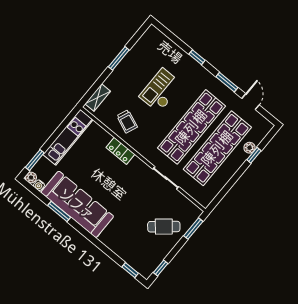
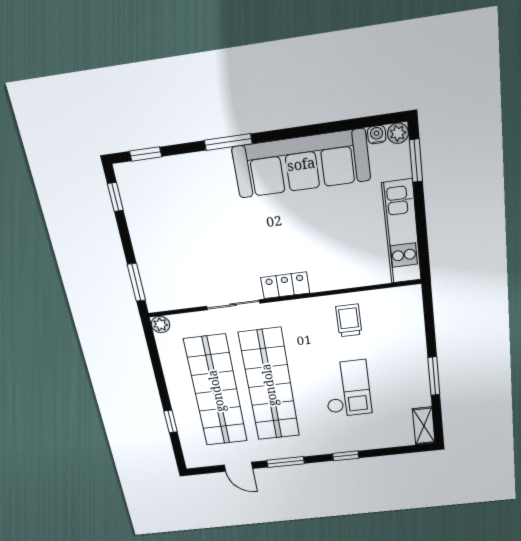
shelving: (98, 98) -> (424, 426), moved
trolley: (127, 121) -> (349, 320), turned 68
plant: (249, 148) -> (161, 324), moved
locker: (120, 151) -> (285, 285), moved
window: (59, 211) -> (228, 142), moved
cafe table: (164, 227) -> (170, 249), removed

